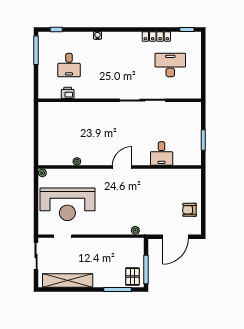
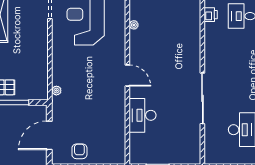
desk: (162, 154) -> (143, 115), width x1.37
door: (175, 237) -> (49, 135), hinge flipped

